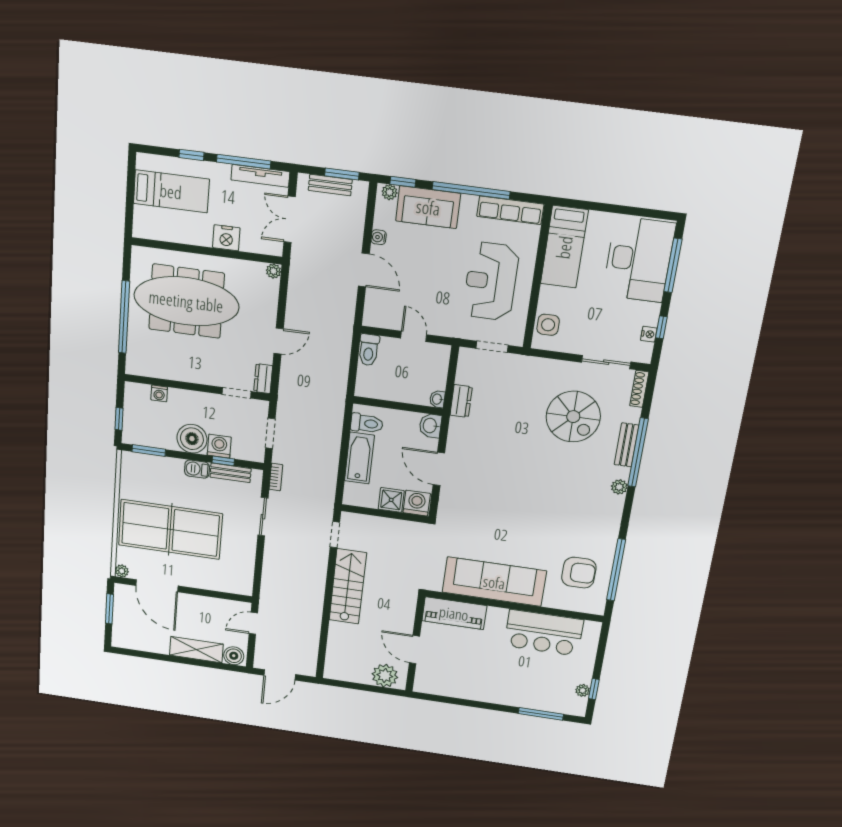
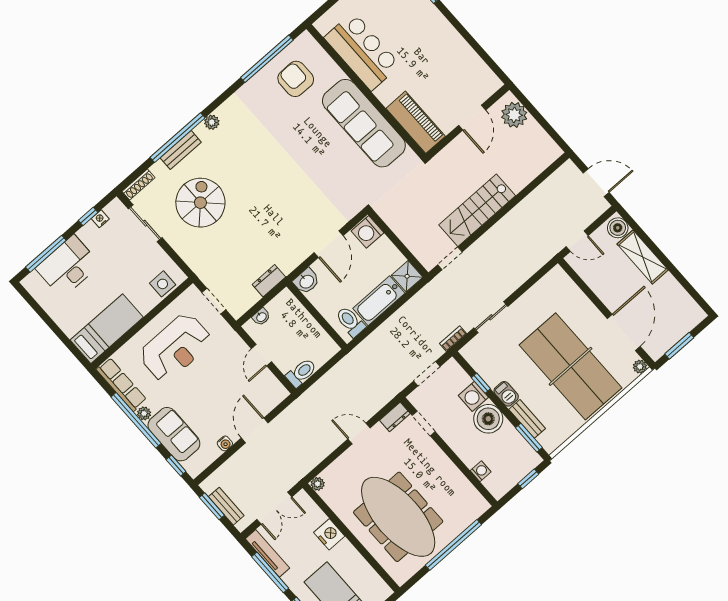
plant: (390, 192) -> (144, 413), moved
desk: (639, 259) -> (68, 266), width x0.73, depth x0.77
washbasin: (437, 399) -> (261, 317), moved
bench: (231, 473) -> (527, 419), moved
shower: (391, 500) -> (407, 276), moved

